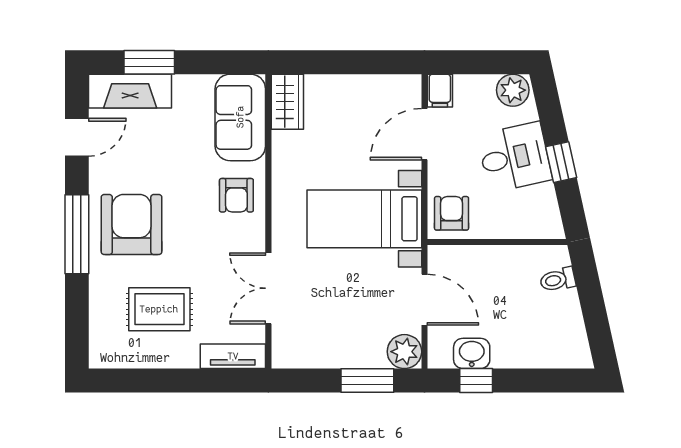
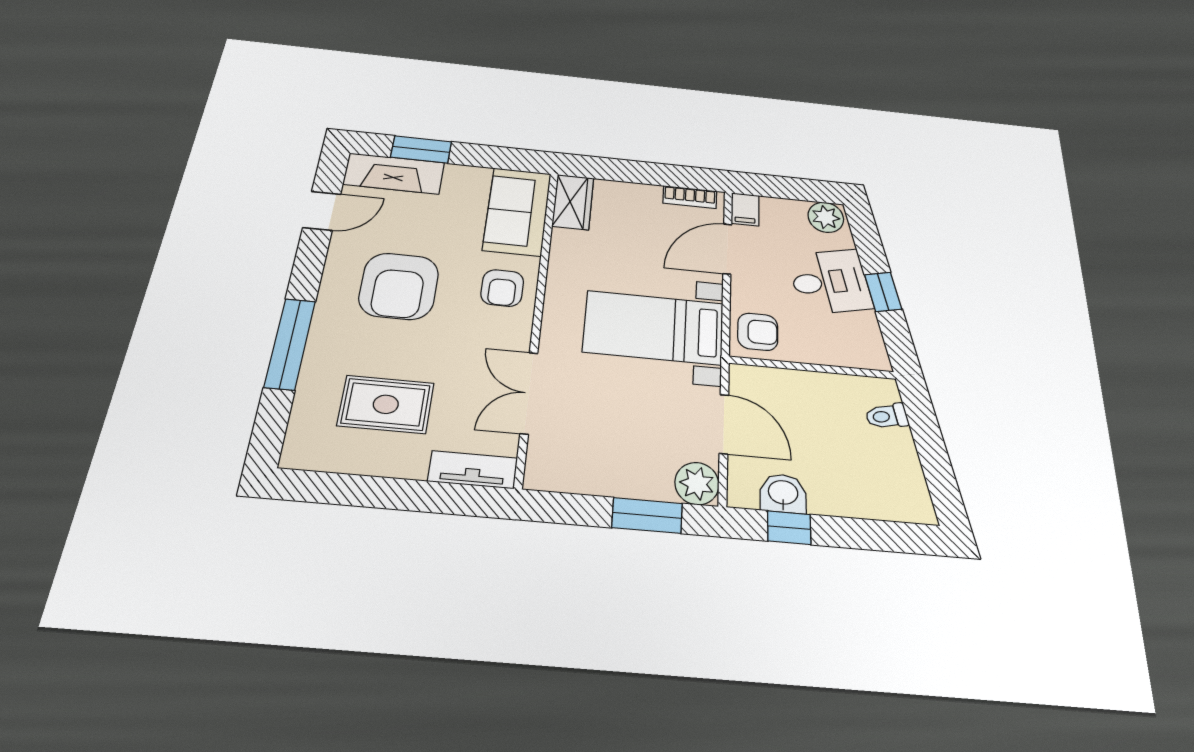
bookcase: (390, 84) -> (690, 197), added
armchair: (452, 213) -> (758, 332), turned 90
armchair: (132, 225) -> (399, 286), moved, turned 180
window: (77, 234) -> (290, 344), moved

